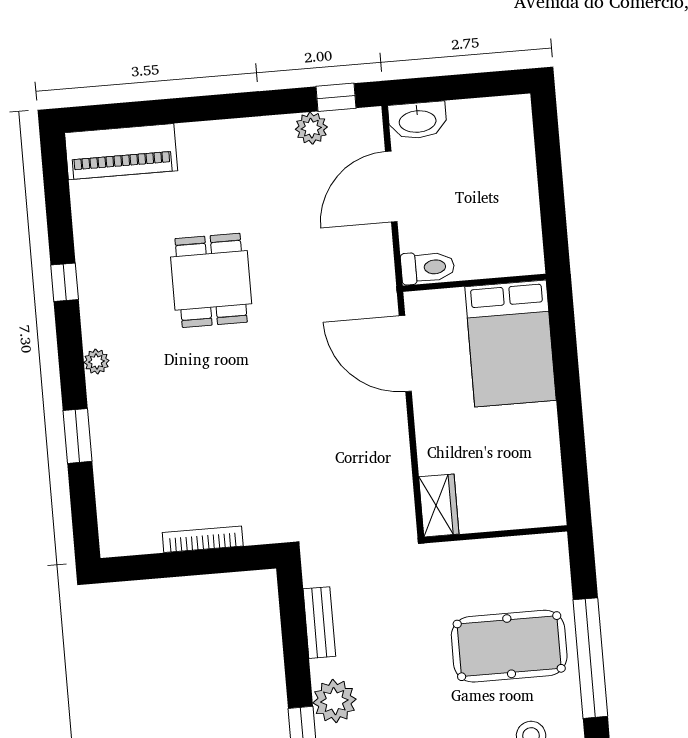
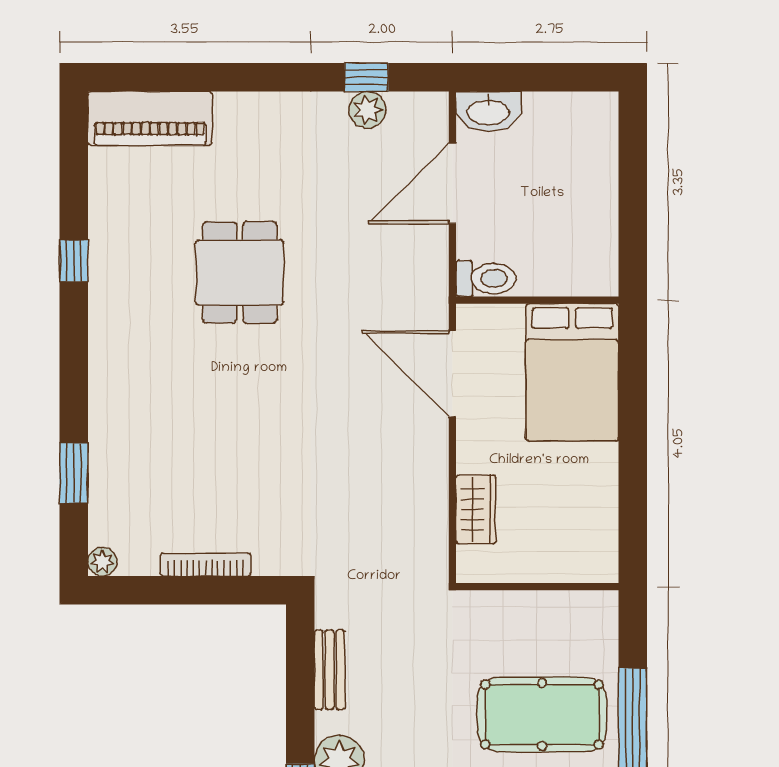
window: (336, 97) -> (366, 77), moved
plant: (97, 362) -> (102, 562), moved
window: (77, 436) -> (74, 473), moved
wardrobe: (439, 505) -> (476, 509), moved

